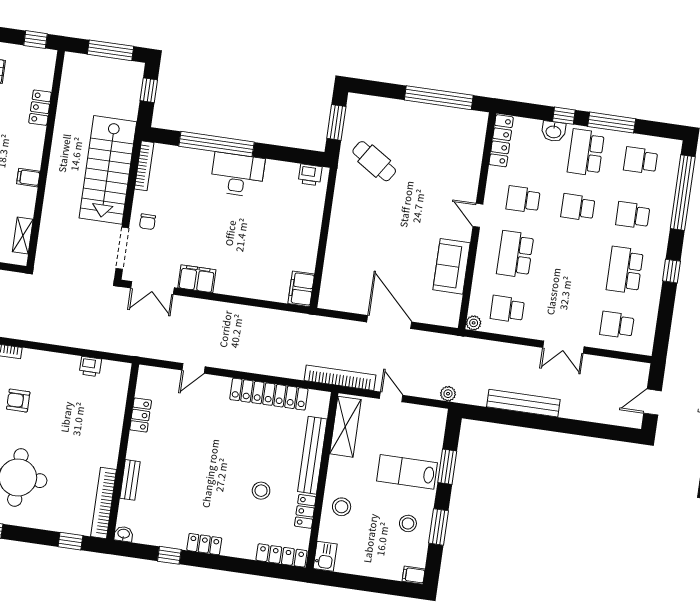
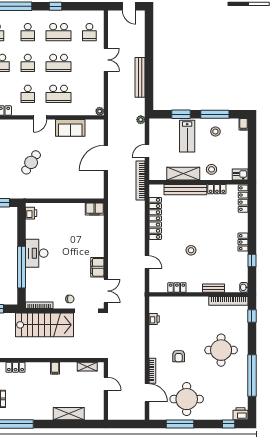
cafe table: (374, 161) -> (31, 162), moved
school desk: (507, 309) -> (59, 63), moved, width x1.85
shelving: (345, 427) -> (183, 174), moved
stool: (261, 491) -> (191, 250), moved
window: (439, 527) -> (215, 114), width x1.44

